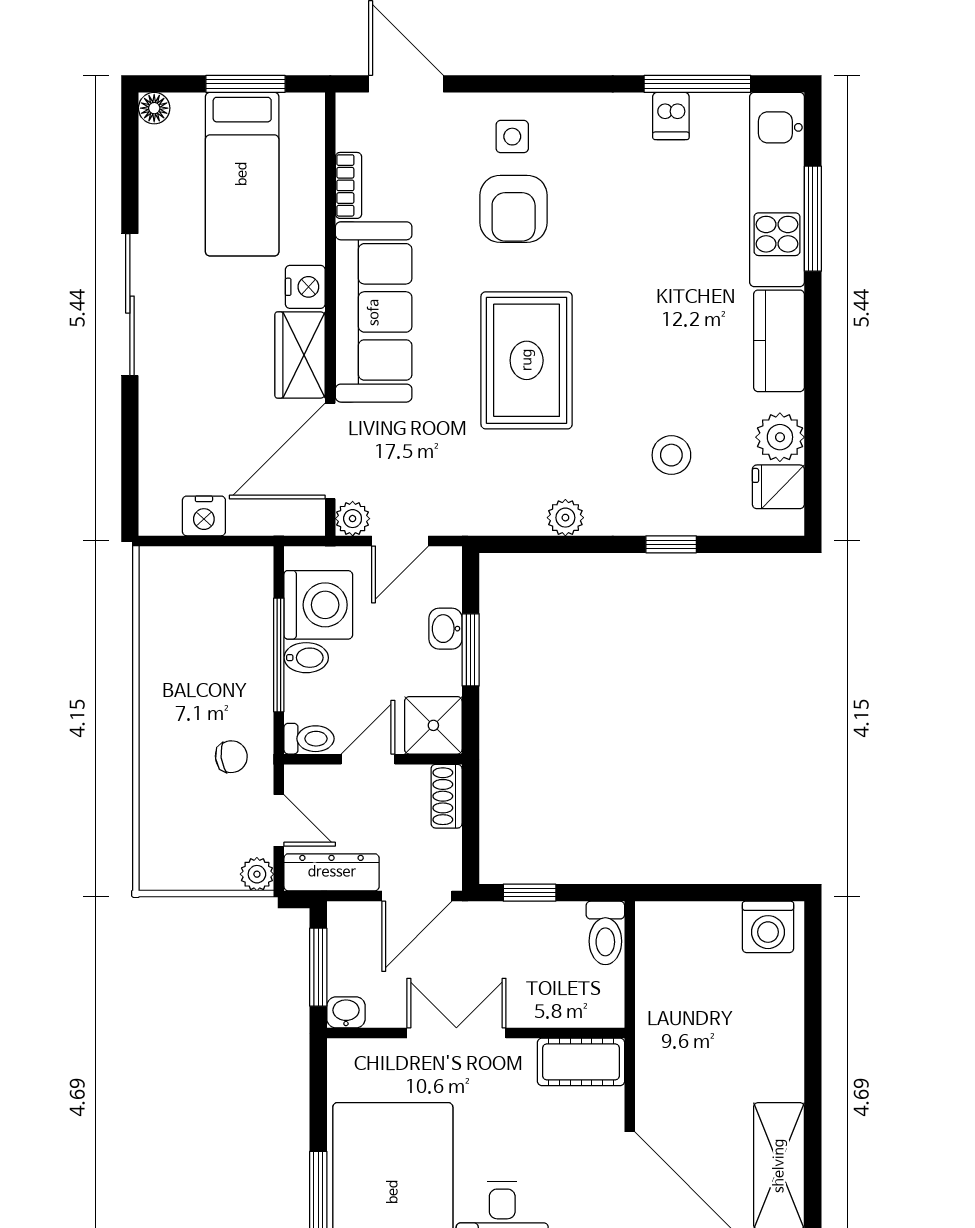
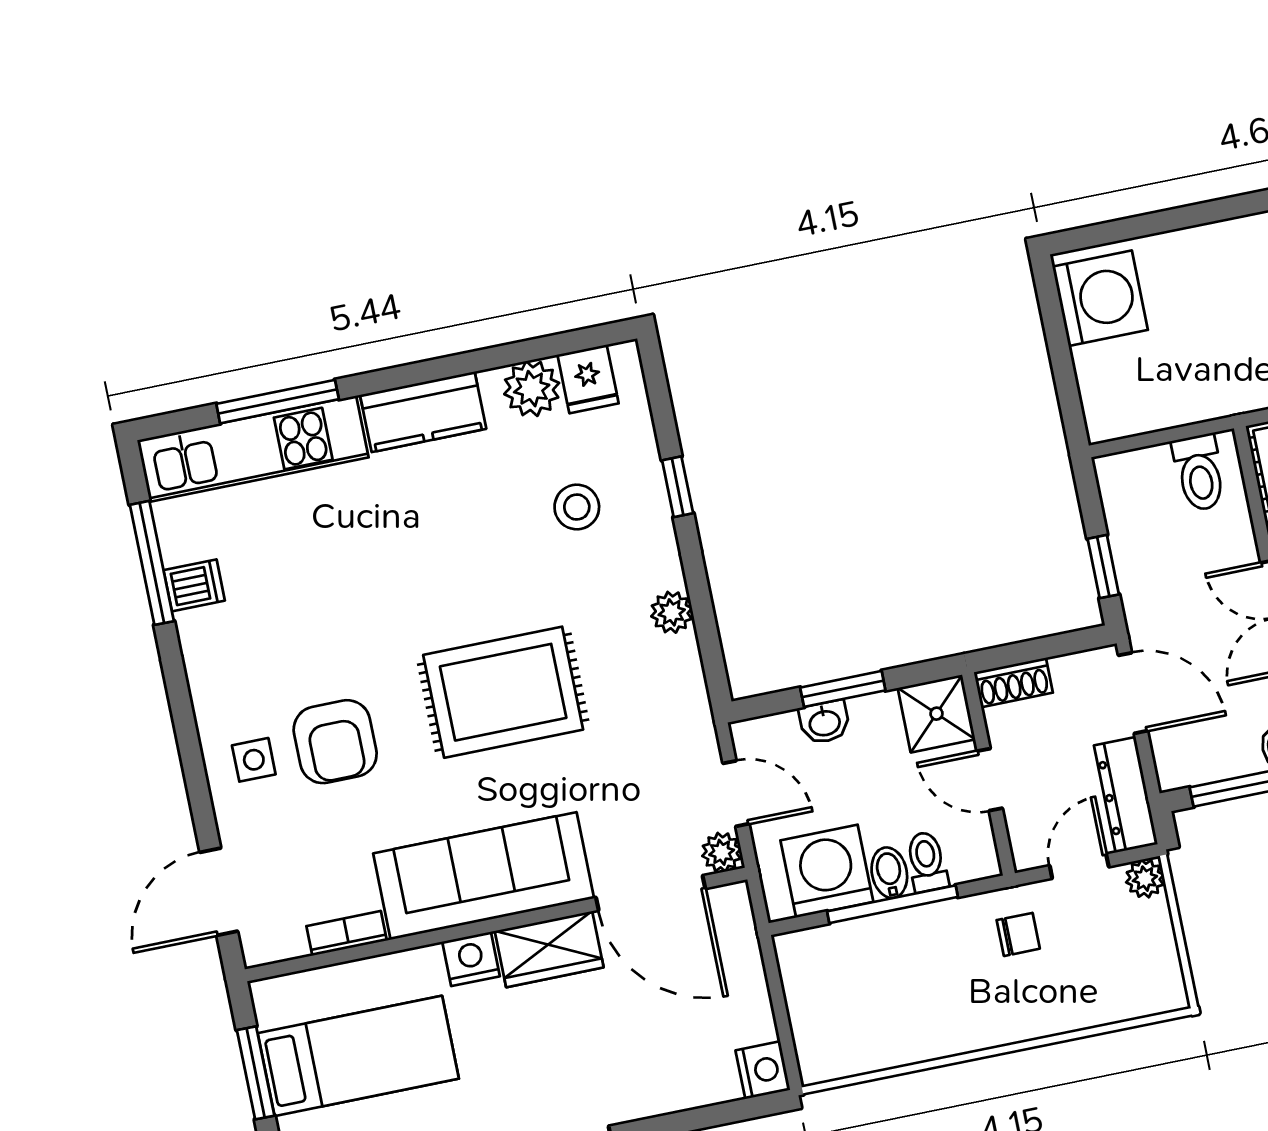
armchair: (514, 209) -> (335, 742), turned 90
nightstand: (204, 516) -> (763, 1070), moved
toilet: (309, 739) -> (927, 862), moved
chair: (231, 757) -> (1018, 934), turned 97
washing machine: (768, 927) -> (1100, 298), width x1.37, depth x1.37
toilet: (605, 933) -> (1199, 473), moved, turned 90

